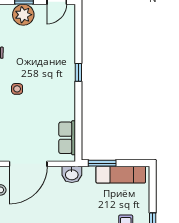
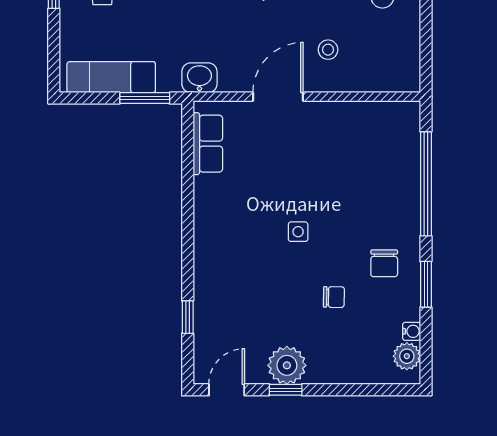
window: (78, 72) -> (188, 317), moved
door: (28, 164) -> (278, 97), width x0.73

